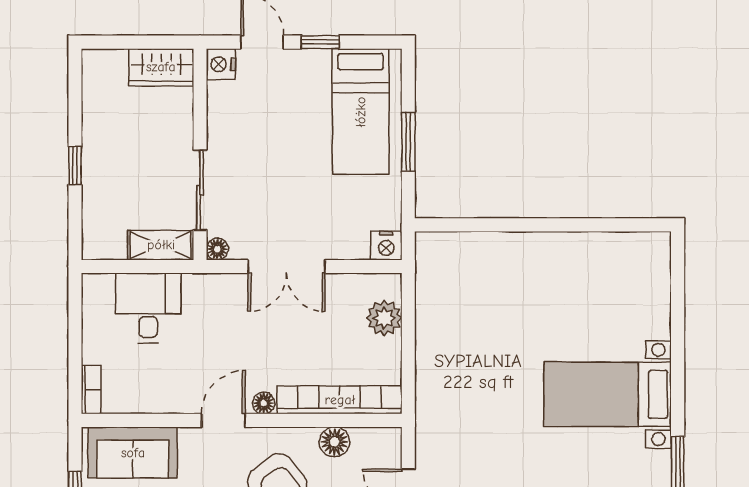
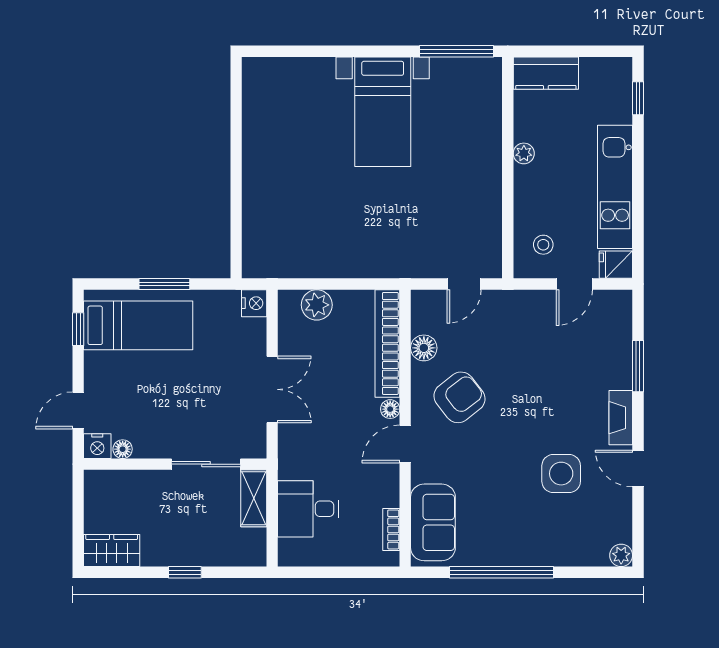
window: (320, 42) -> (78, 329), moved
wardrobe: (161, 67) -> (112, 551), moved, turned -90
floor lamp: (217, 249) -> (123, 449), moved
bookcase: (91, 390) -> (391, 529), moved, turned -90
door: (223, 420) -> (405, 444), hinge flipped

